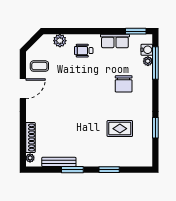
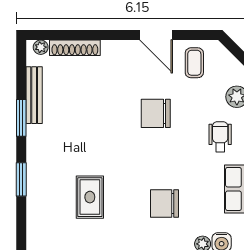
chair: (70, 89) -> (156, 113), added

